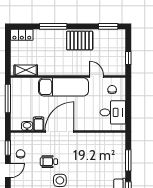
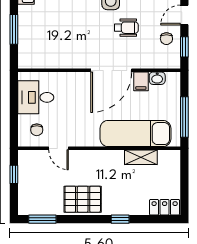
window: (53, 26) -> (120, 219), width x0.46
shelving: (26, 70) -> (141, 157), moved
exam couch: (64, 87) -> (135, 134), moved

